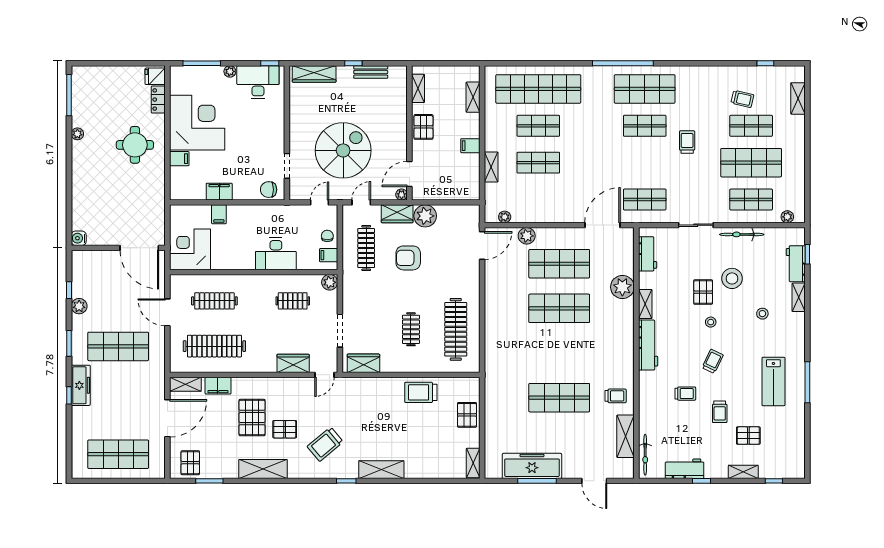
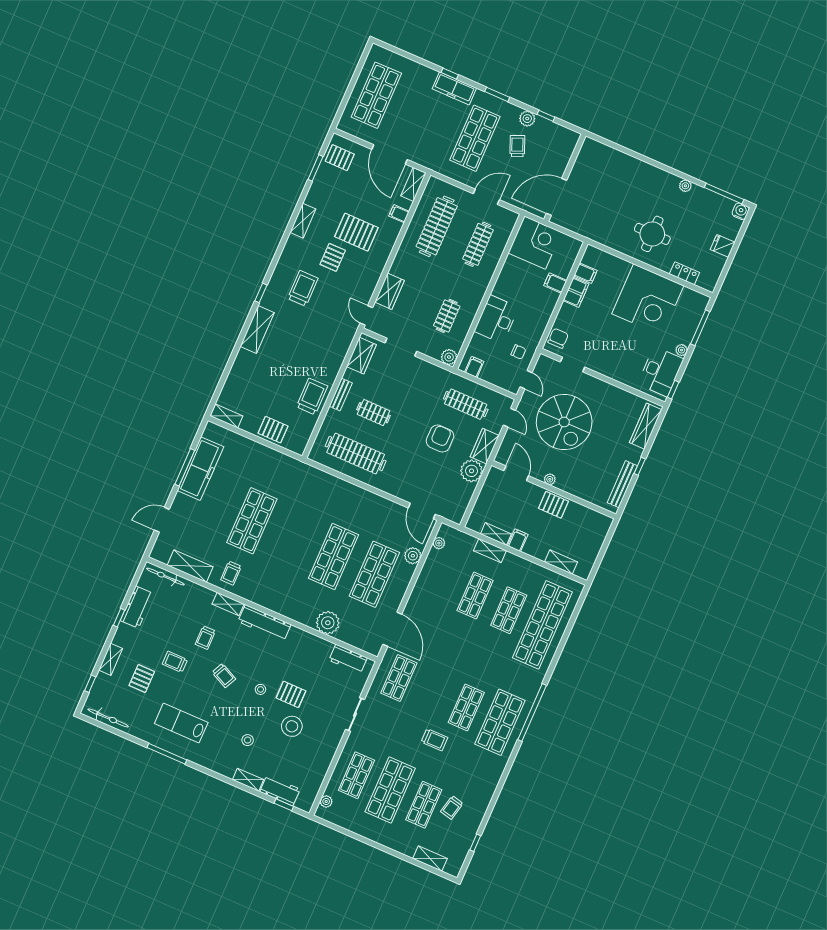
bench: (371, 72) -> (622, 484), width x1.36
fridge: (155, 76) -> (723, 246), moved, turned -90
shelving: (418, 88) -> (496, 534), moved
filing cabinet: (179, 159) -> (585, 273), moved, turned -90
plant: (402, 195) -> (550, 479), moved
bicycle: (742, 234) -> (108, 718), moved, turned 90
chair: (327, 236) -> (518, 352), moved
water cooler: (79, 238) -> (741, 211), moved
trolley: (108, 304) -> (517, 146), added
shelving: (645, 304) -> (228, 604), moved
bench: (408, 367) -> (341, 395), added
filing cabinet: (218, 386) -> (399, 214), width x0.50
trolley: (325, 444) -> (303, 288), turned 40
shelving: (263, 469) -> (303, 221), width x0.67, depth x0.75

